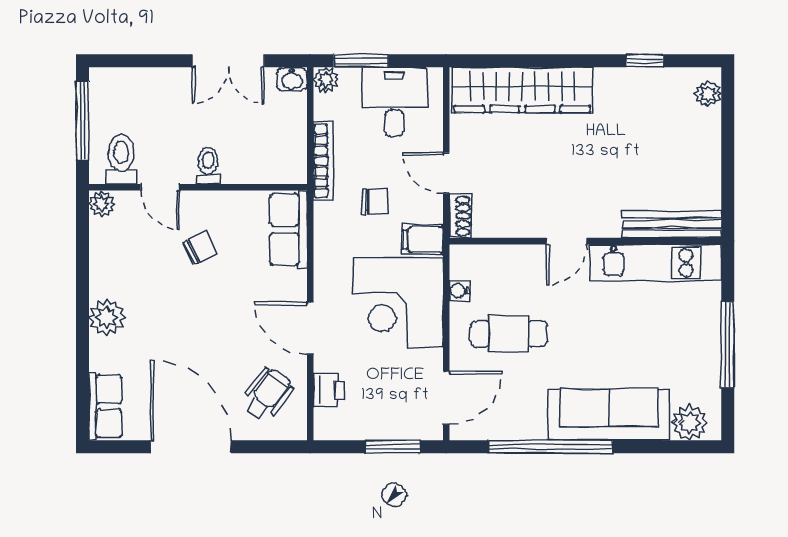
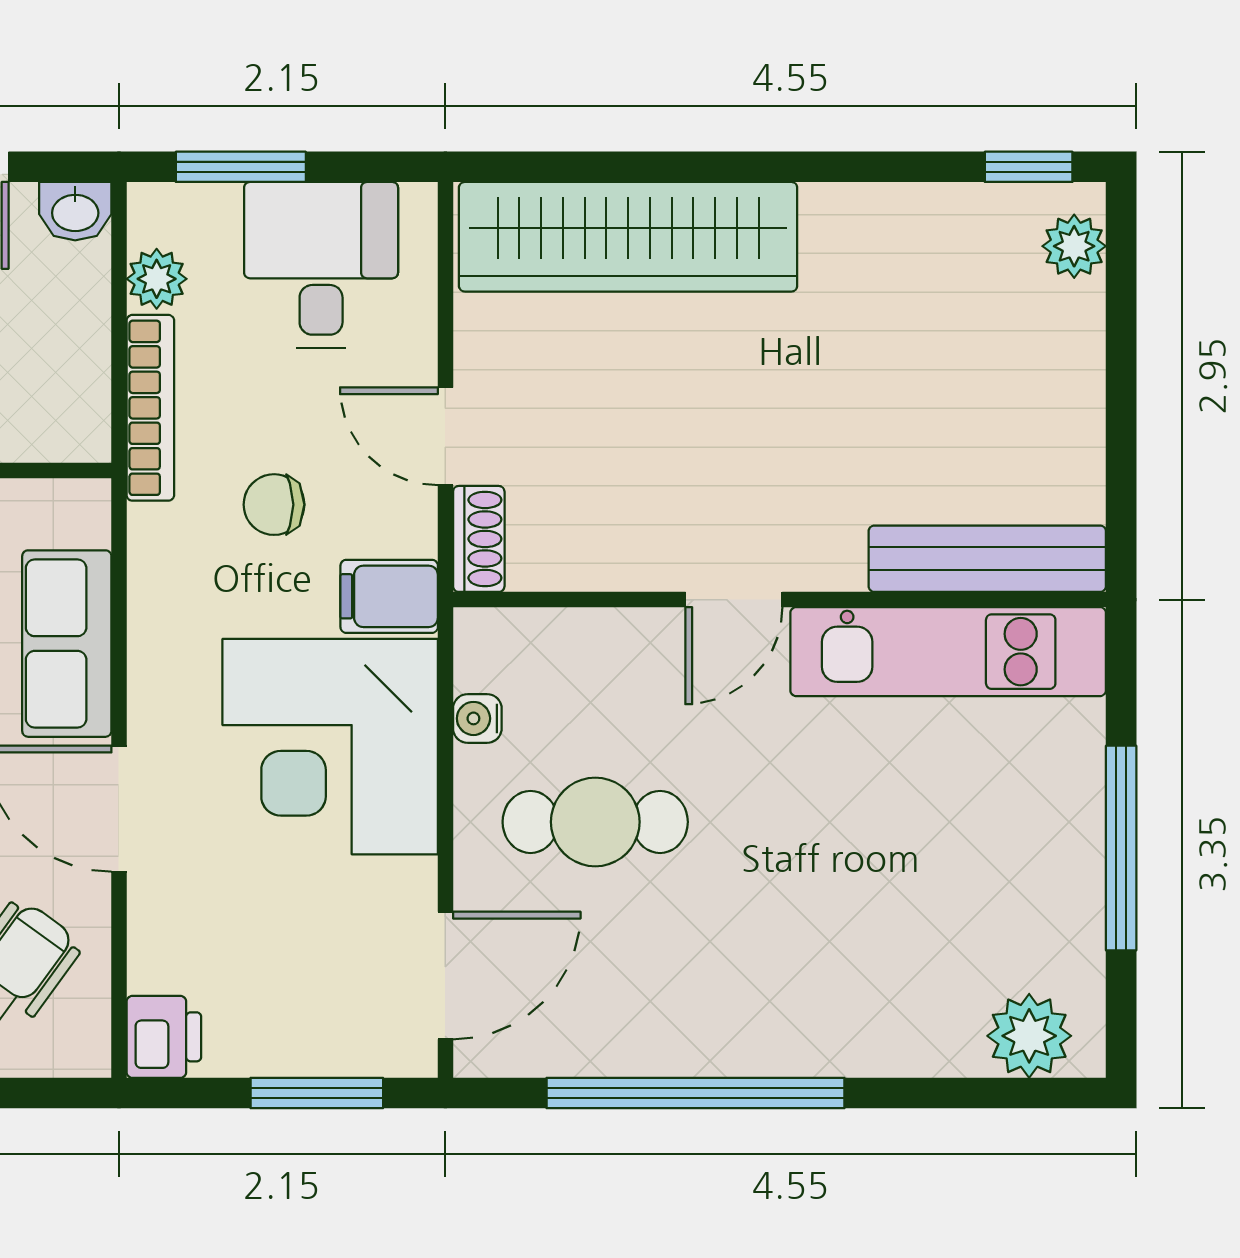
window: (645, 61) -> (1029, 167), moved
plant: (326, 80) -> (157, 279), moved
chair: (375, 202) -> (274, 505), turned 180
row of seats: (289, 229) -> (67, 644), moved
printer: (329, 390) -> (164, 1037), moved
sofa: (609, 415) -> (835, 1016), removed

